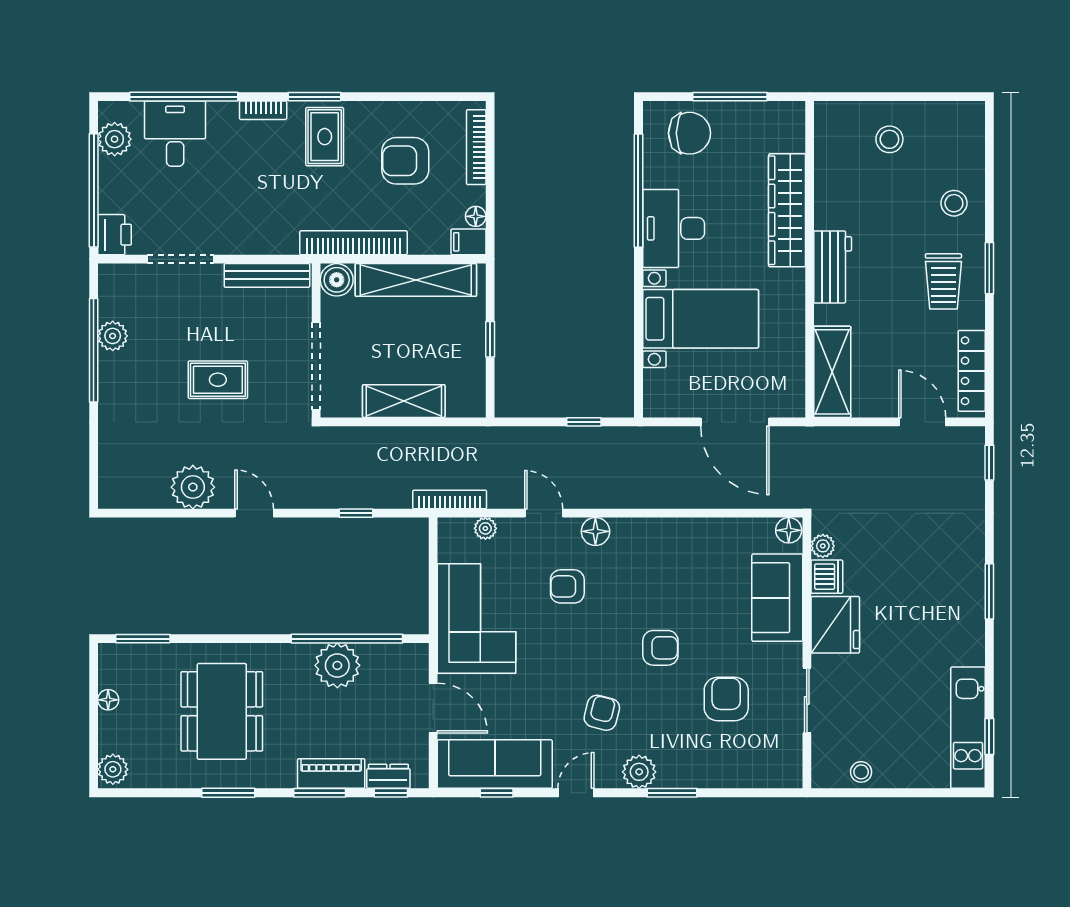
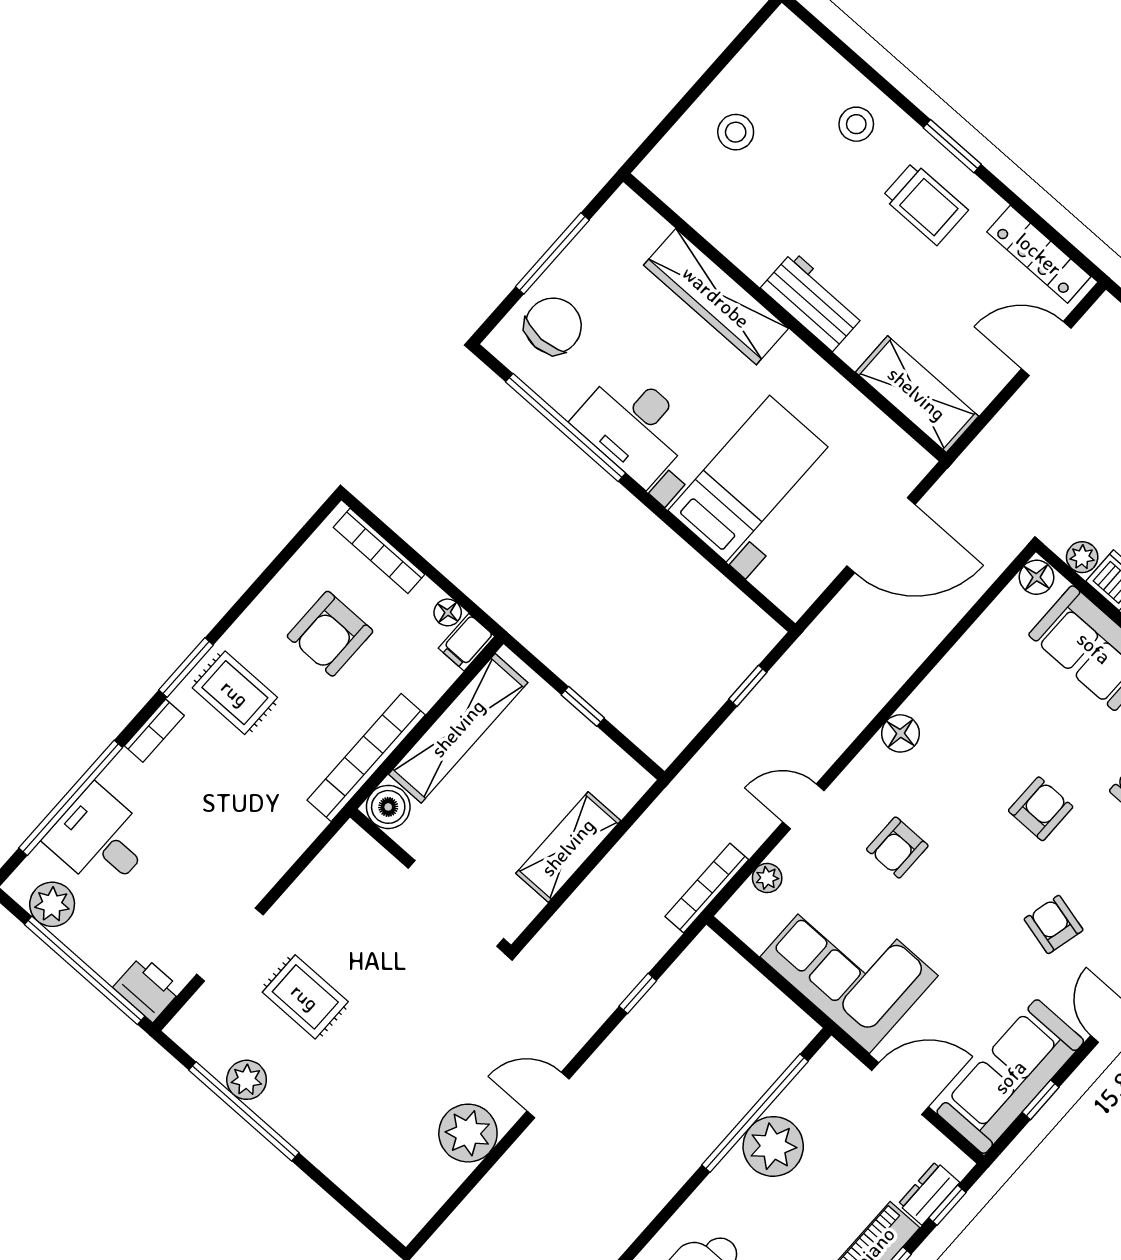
bench: (267, 275) -> (322, 873), removed
rug: (218, 380) -> (305, 997), moved, turned 90
floor lamp: (595, 531) -> (900, 733), moved

